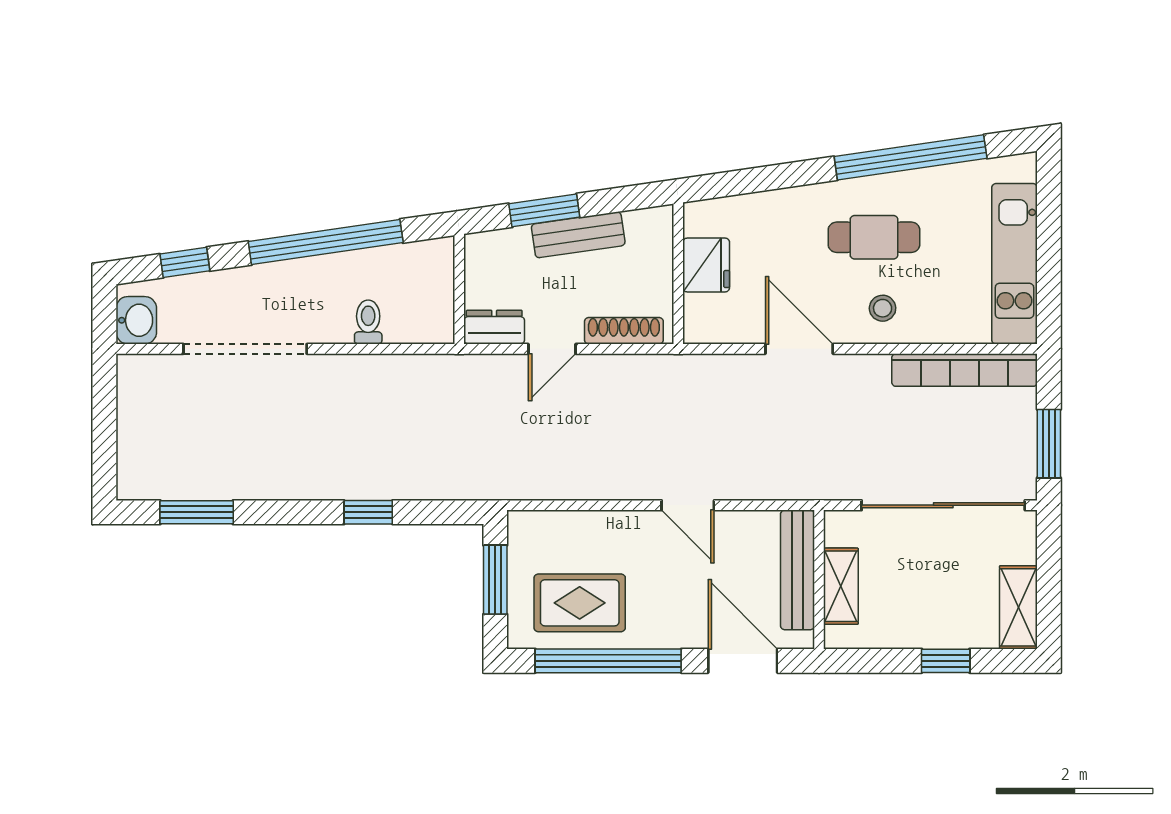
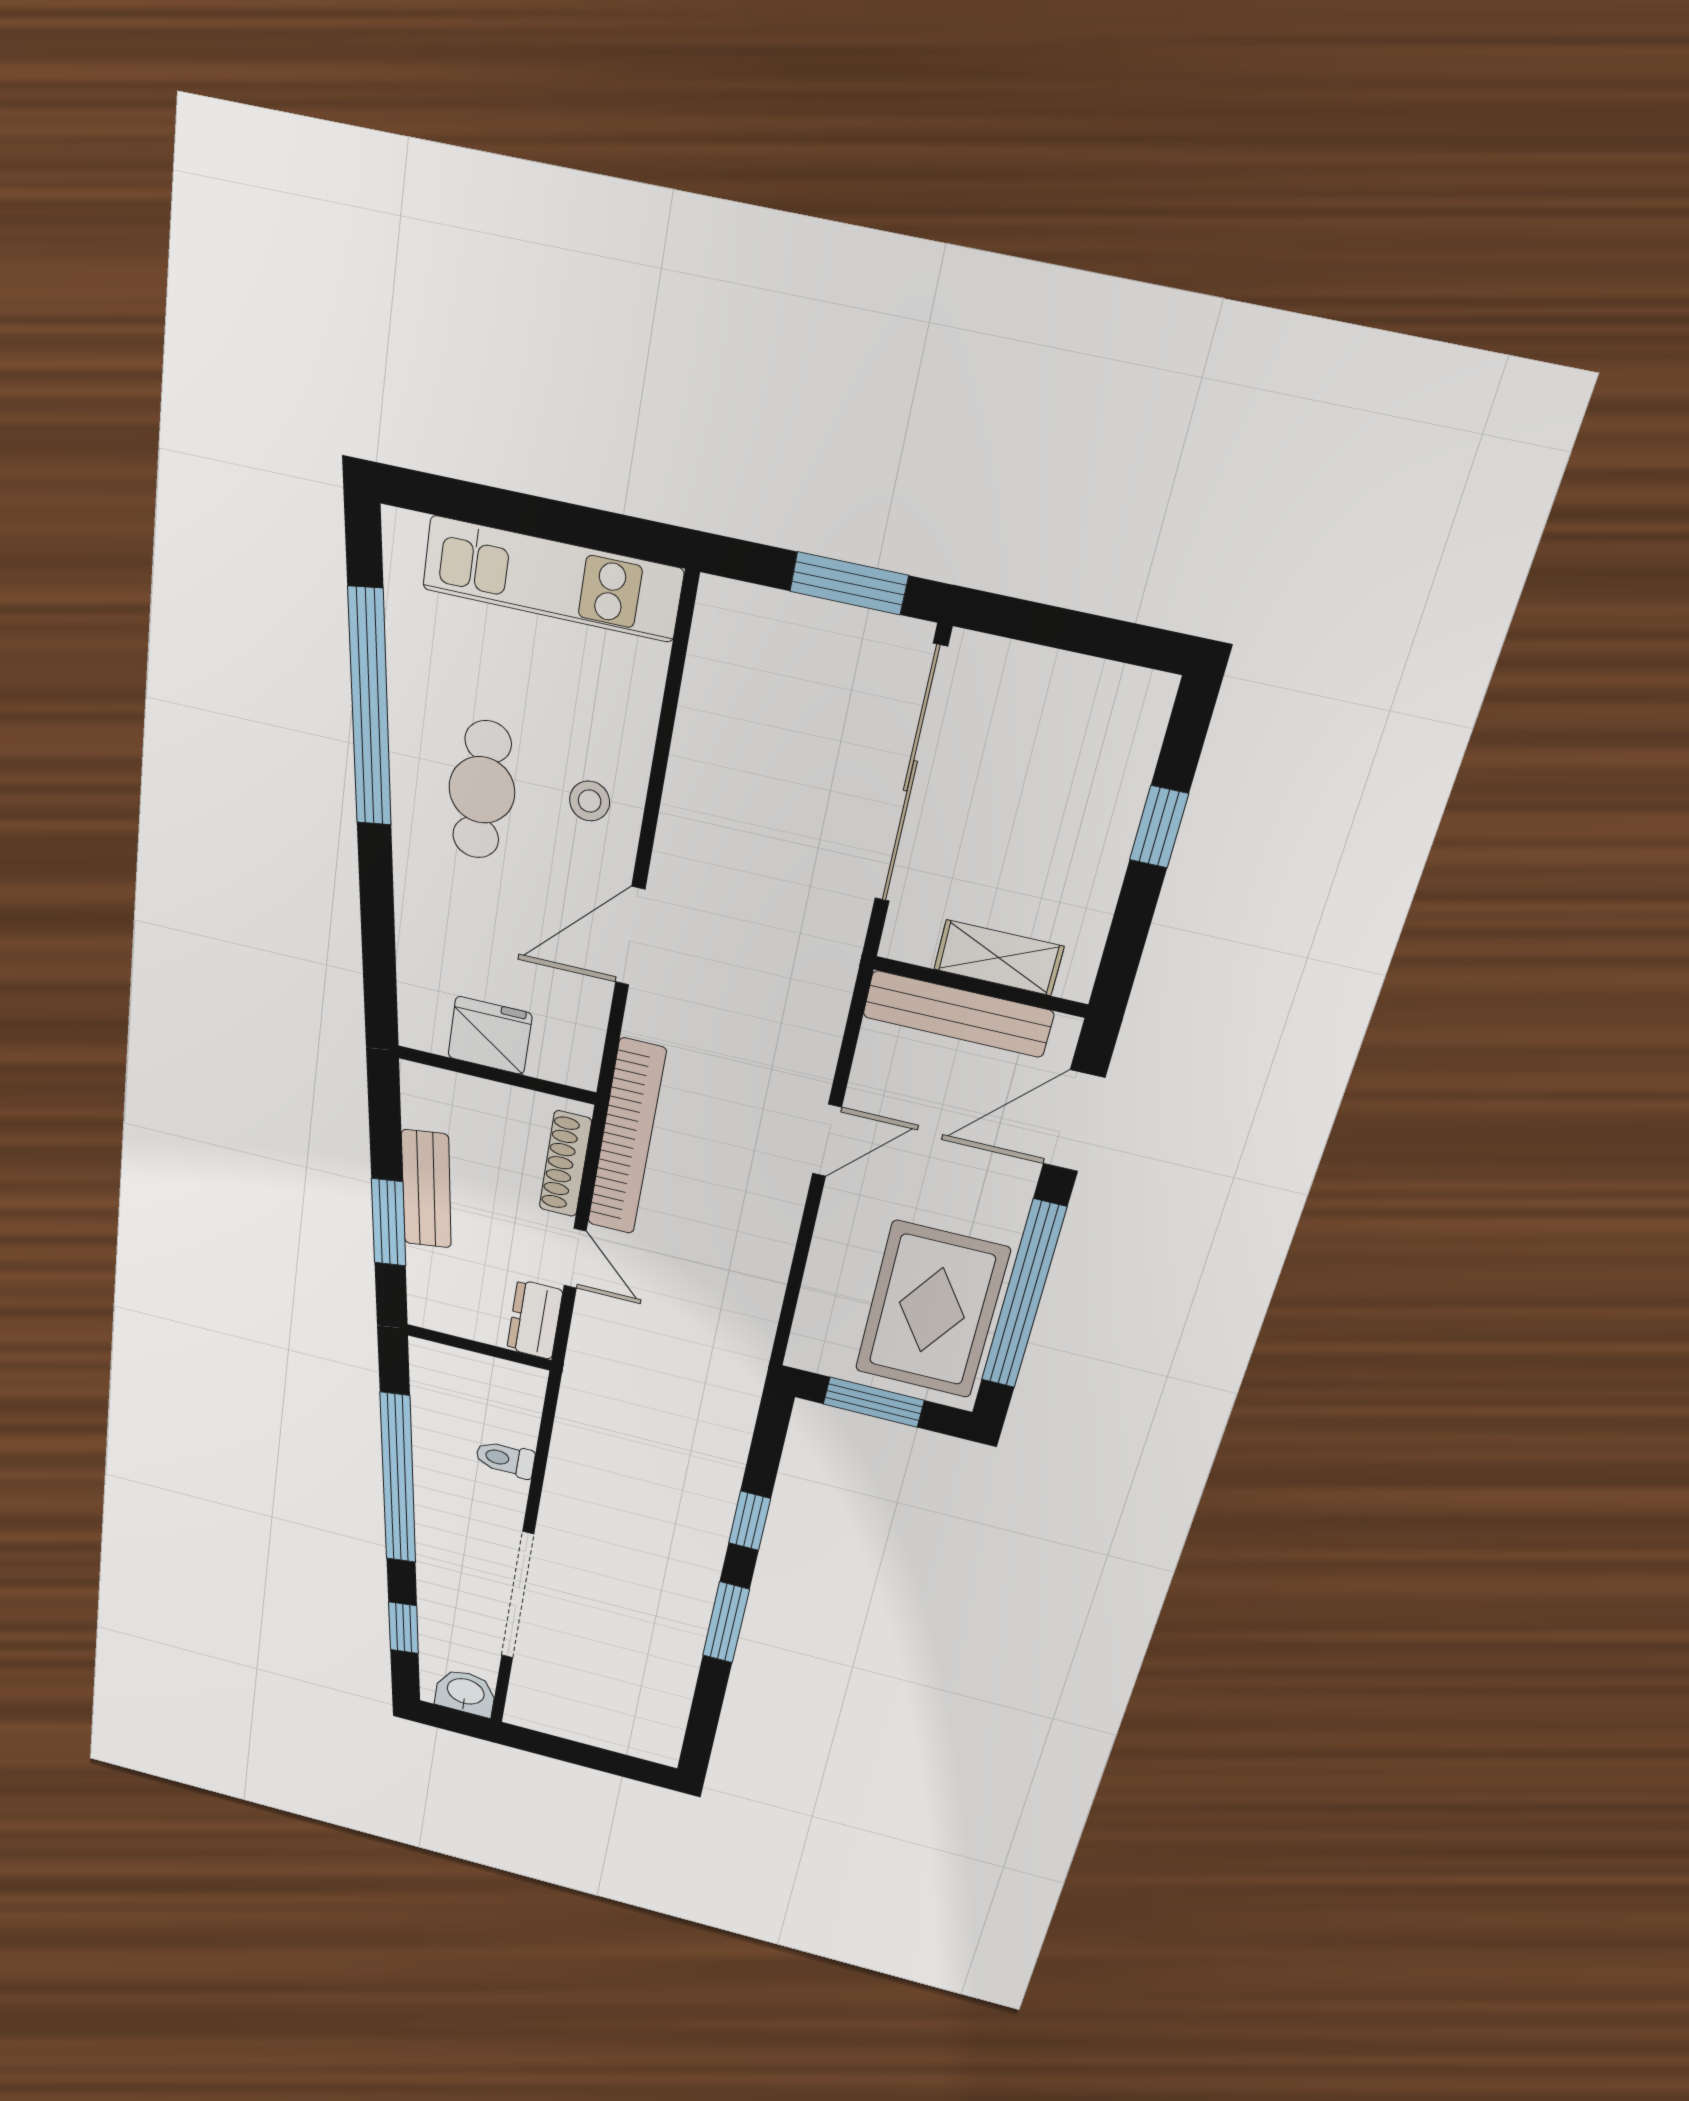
bookcase: (965, 370) -> (627, 1137), moved
window: (197, 512) -> (726, 1622), moved
rug: (580, 603) -> (932, 1310), width x1.36, depth x1.43
shelving: (1018, 607) -> (1105, 691), removed

